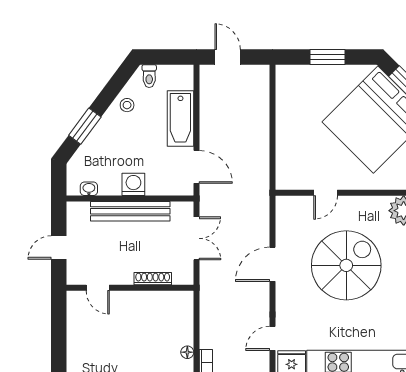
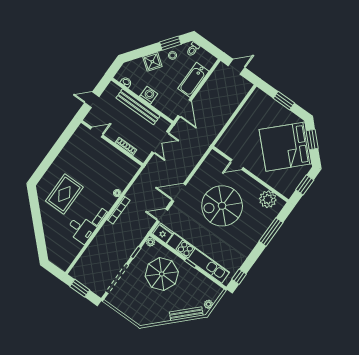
door: (228, 57) -> (236, 67), hinge flipped
window: (85, 126) -> (170, 43), moved
shower: (105, 134) -> (152, 62), added
door: (272, 264) -> (179, 192), moved
spiral stairs: (346, 265) -> (222, 206), turned 180
door: (98, 288) -> (97, 132), swing flipped

